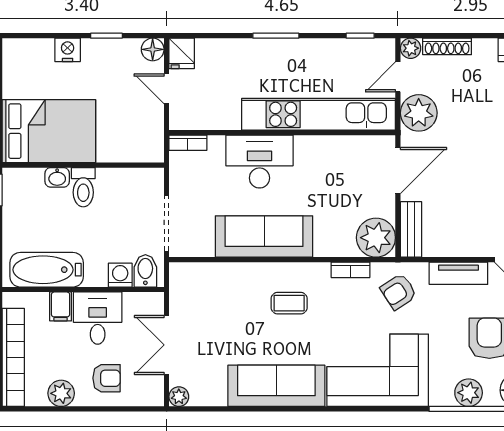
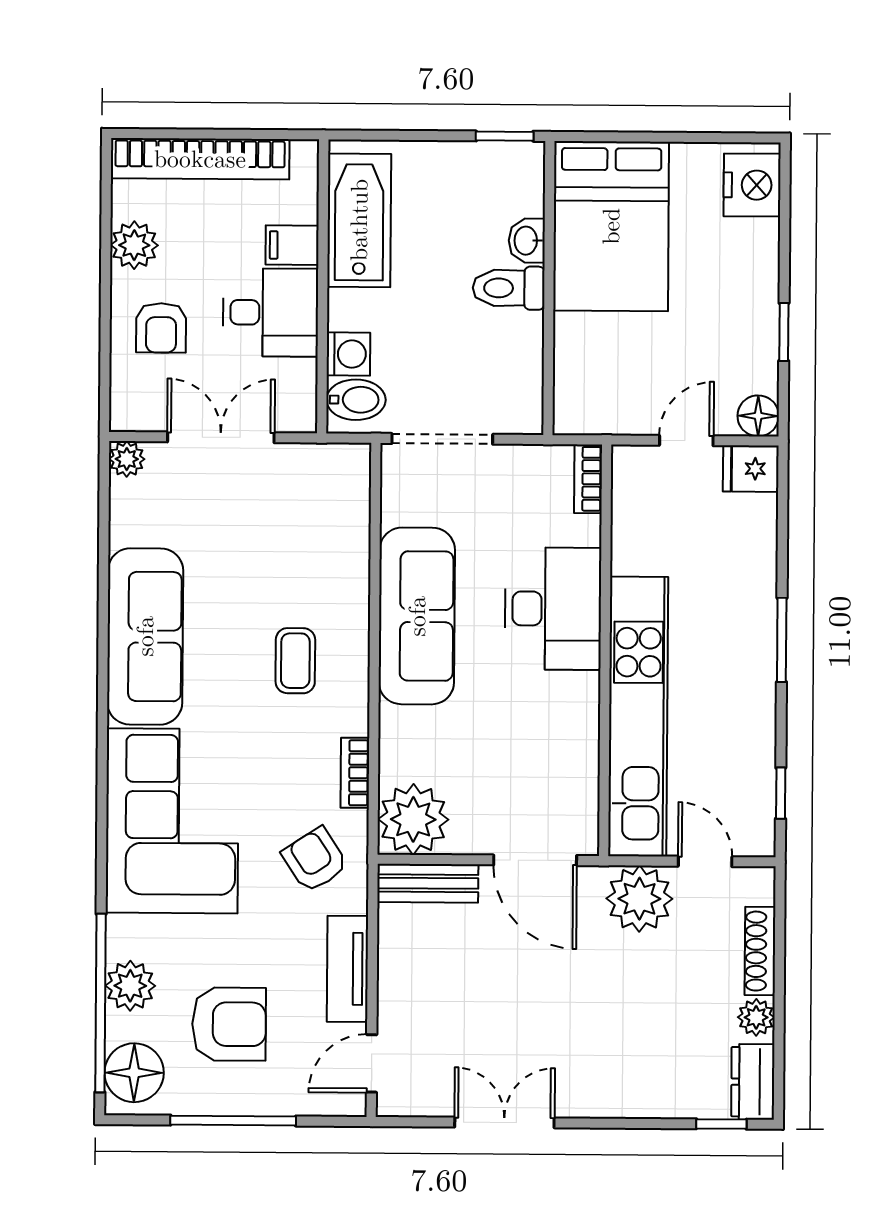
plant: (411, 48) -> (756, 1017), moved
nightstand: (68, 50) -> (752, 185), moved, width x1.36, depth x1.33

